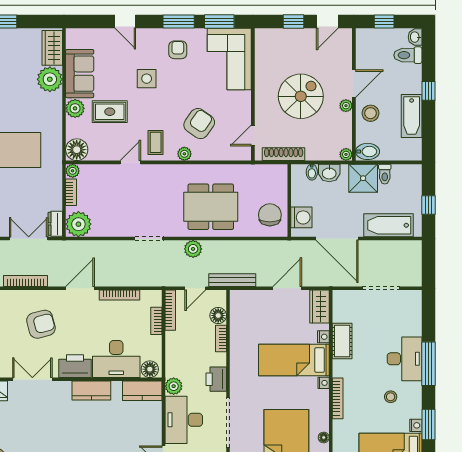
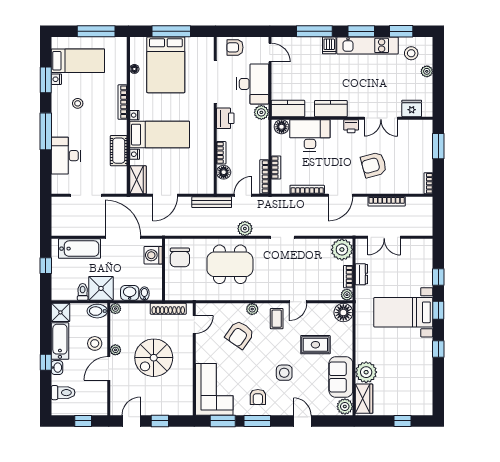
washbasin: (415, 37) -> (57, 368), moved
plant: (75, 108) -> (345, 406), moved
shower: (411, 150) -> (60, 312), added
dresser: (55, 224) -> (361, 274), moved
desk: (405, 359) -> (66, 156), moved
printer: (75, 366) -> (351, 126), width x0.53, depth x0.68

